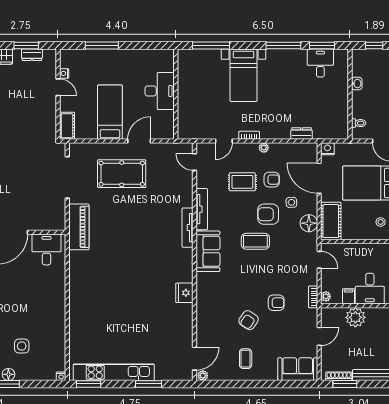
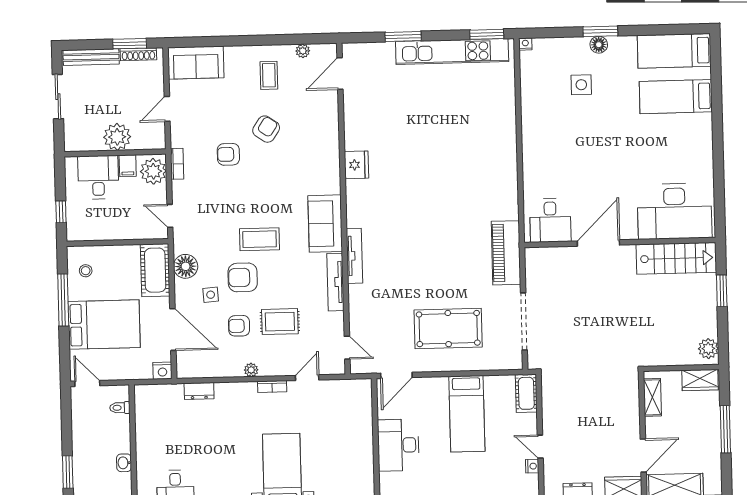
door: (139, 141) -> (396, 375), moved
armchair: (268, 214) -> (243, 277), turned 180
plant: (326, 296) -> (153, 171), width x1.87, depth x1.87
plant: (203, 376) -> (303, 51), moved

